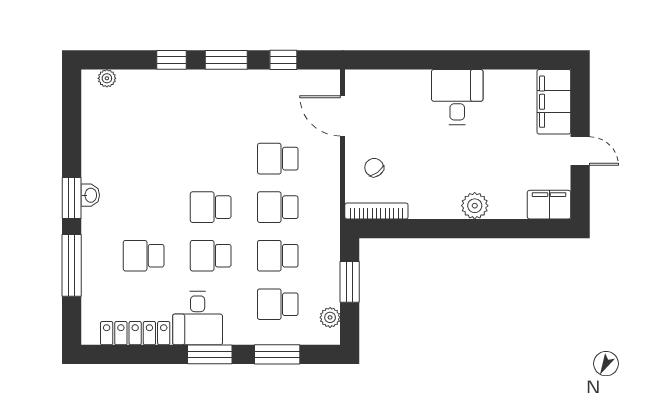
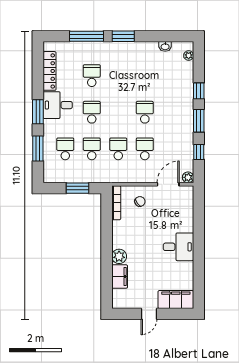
washbasin: (90, 195) -> (165, 46), moved
filing cabinet: (549, 205) -> (120, 277), moved
school desk: (211, 207) -> (145, 112), moved
plant: (330, 317) -> (188, 177), moved

